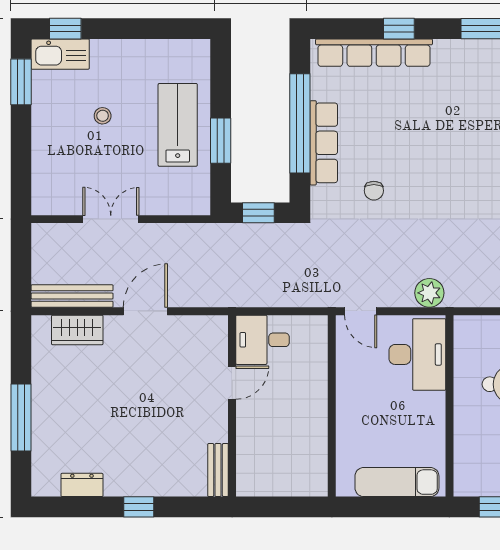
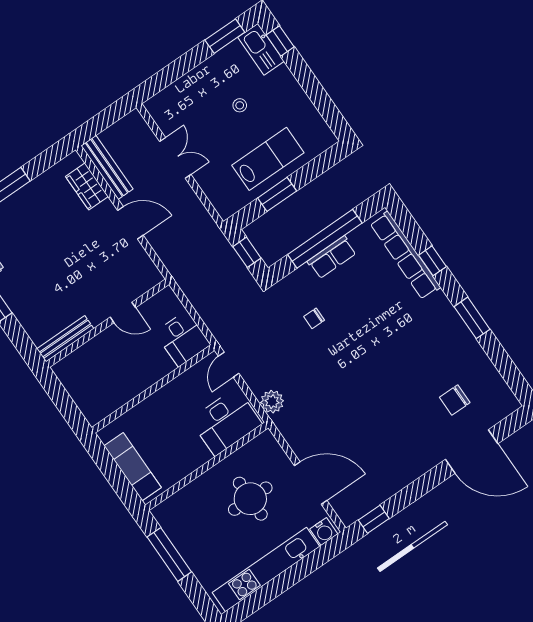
row of seats: (324, 143) -> (332, 257), width x0.68
desk: (263, 340) -> (183, 339), moved, turned 180
bench: (218, 470) -> (65, 339), width x1.36

